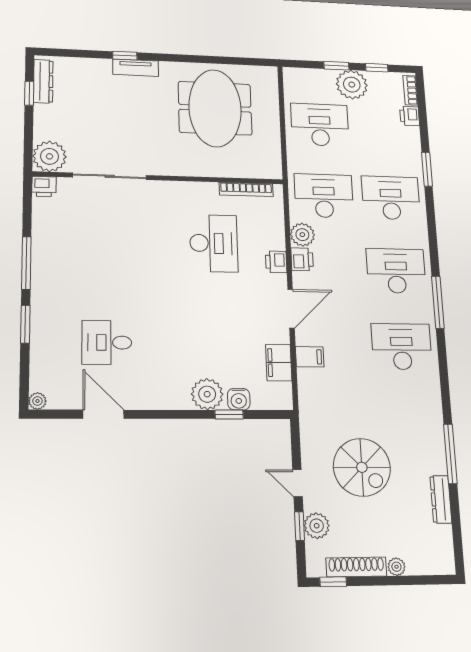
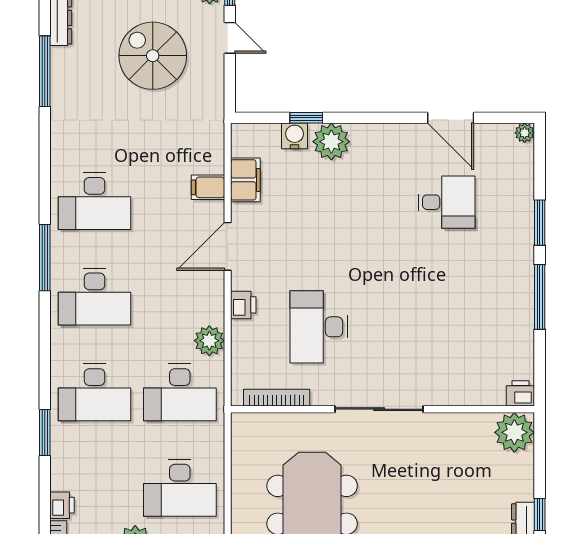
sliding door: (110, 176) -> (379, 409), moved
printer: (302, 259) -> (211, 309), removed

